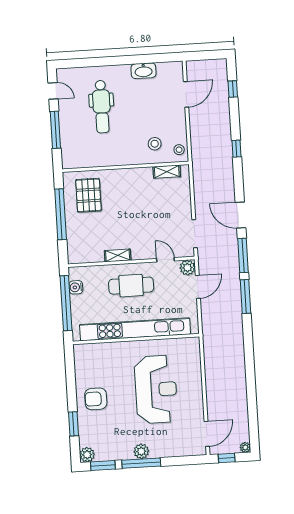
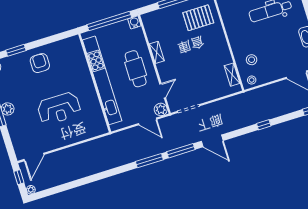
door: (240, 215) -> (212, 141), swing flipped
water cooler: (76, 287) -> (134, 22), moved
reception desk: (156, 389) -> (59, 108), width x0.74, depth x0.77
door: (207, 434) -> (34, 157), hinge flipped

